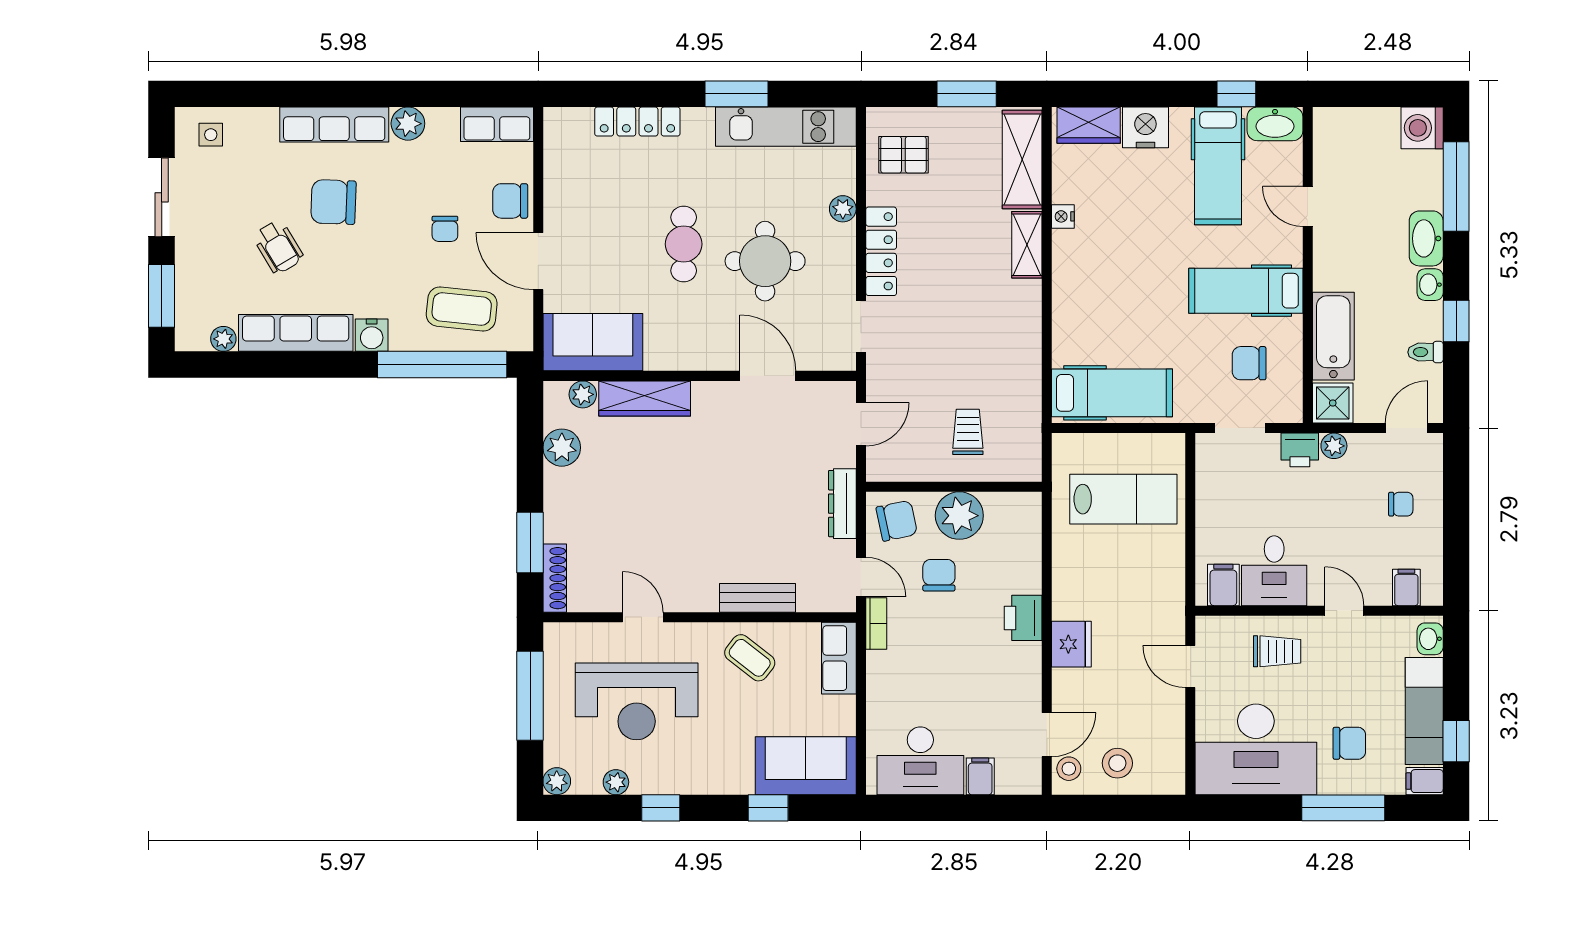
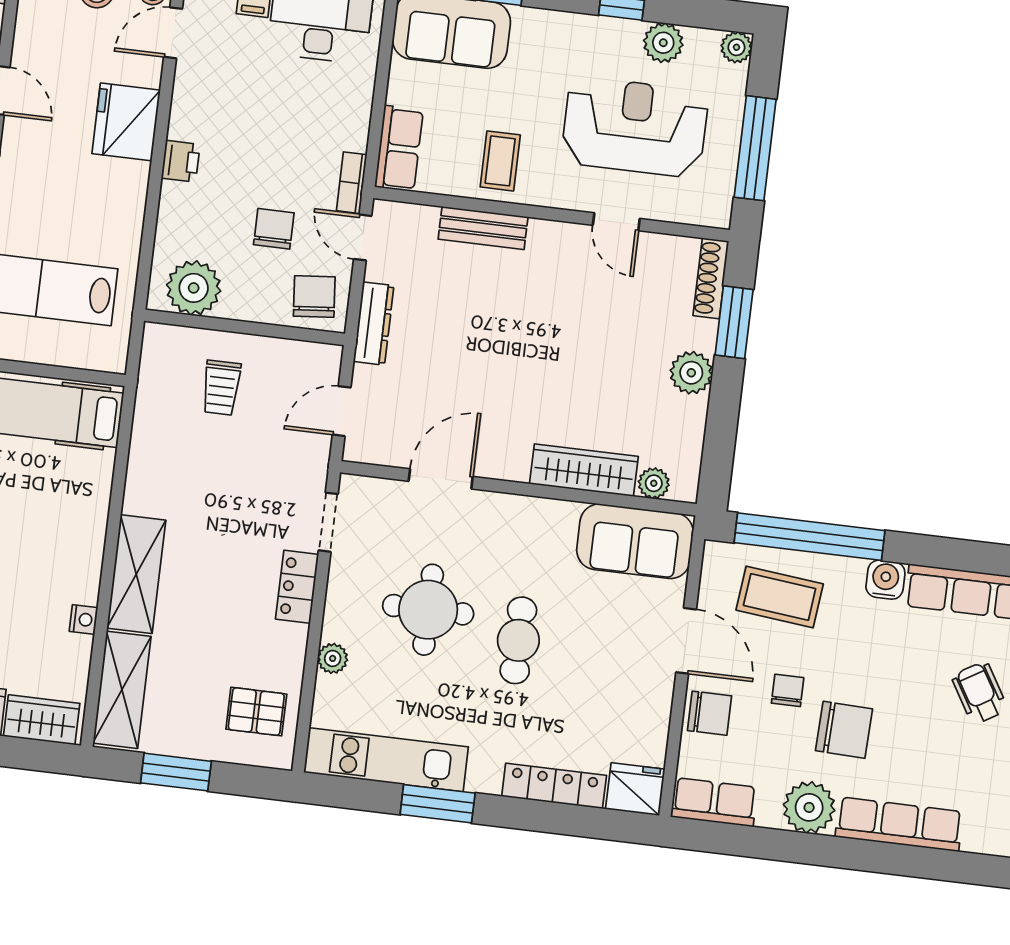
plant: (408, 124) -> (809, 807), width x1.36, depth x1.36
fridge: (567, 127) -> (635, 789), added
chair: (333, 202) -> (844, 730), moved
shelving: (1027, 245) -> (136, 574), width x1.50, depth x1.33
locker: (881, 251) -> (297, 587), width x0.66
door: (768, 376) -> (441, 479), swing flipped
plant: (562, 448) -> (691, 373), moved
plant: (959, 516) -> (194, 288), moved
chair: (897, 521) -> (314, 297), turned 97
chair: (939, 575) -> (274, 229), turned 180
printer: (1023, 618) -> (181, 161), width x0.73, depth x0.81
fridge: (1071, 644) -> (126, 122), width x1.36, depth x1.34
coffee table: (750, 658) -> (500, 161), turned 52
plant: (616, 782) -> (663, 43), width x1.38, depth x1.38

